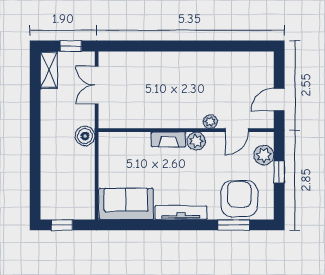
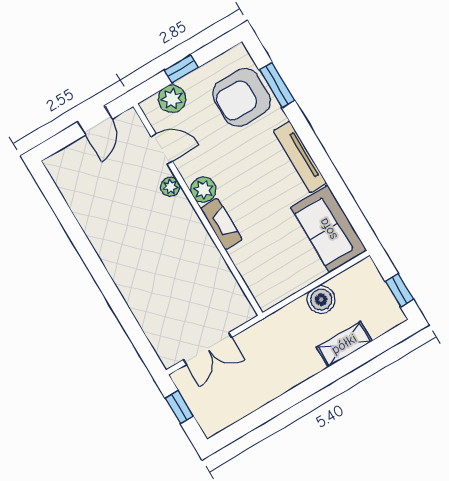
shelving: (49, 70) -> (344, 344), moved
door: (279, 100) -> (95, 120), hinge flipped
boiler: (85, 136) -> (321, 300), moved

